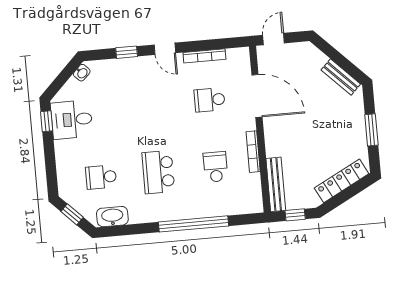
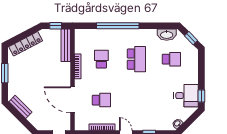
school desk: (216, 167) -> (101, 59), turned 180

